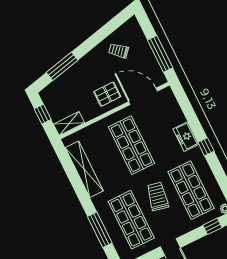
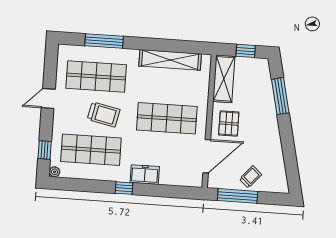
trolley: (119, 51) -> (251, 177), moved
shelving: (69, 124) -> (224, 79), width x1.50, depth x1.33

